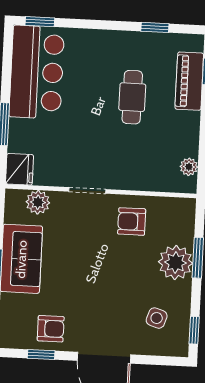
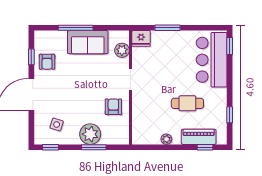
bar counter: (37, 72) -> (212, 60), moved, turned 90
plant: (189, 167) -> (166, 139), moved

